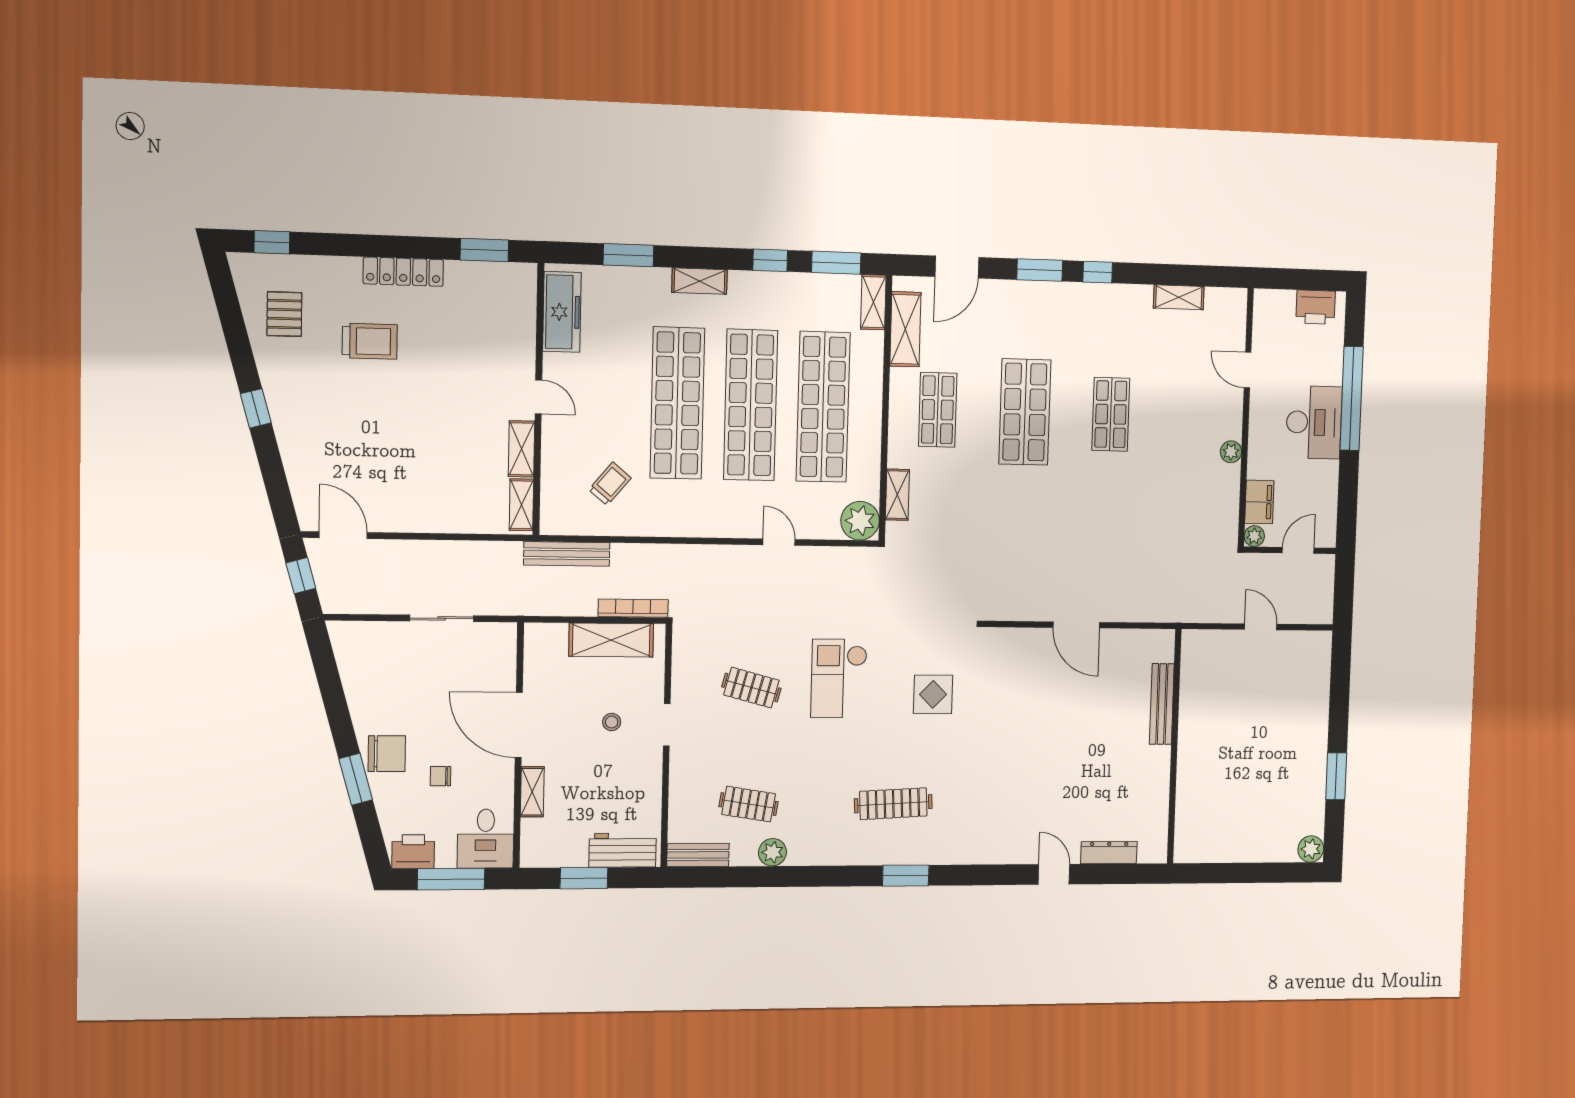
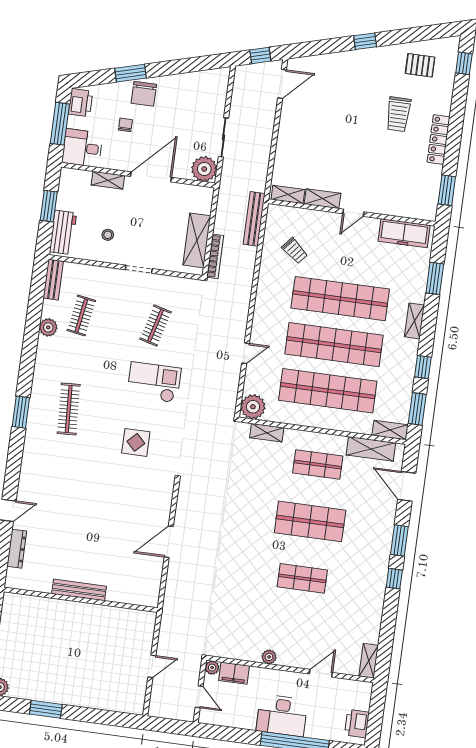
shelving: (1179, 297) -> (369, 661), moved
plant: (496, 643) -> (204, 169), added
bench: (1162, 704) -> (79, 590), moved
stool: (612, 722) -> (108, 235), moved

